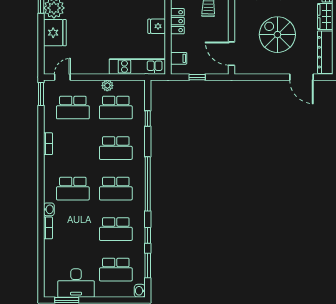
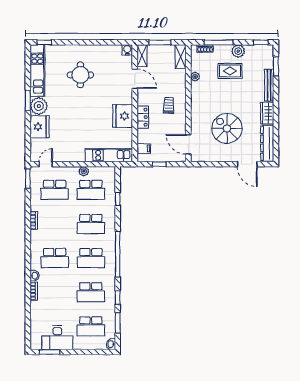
fridge: (157, 26) -> (123, 116), width x1.88, depth x1.34

